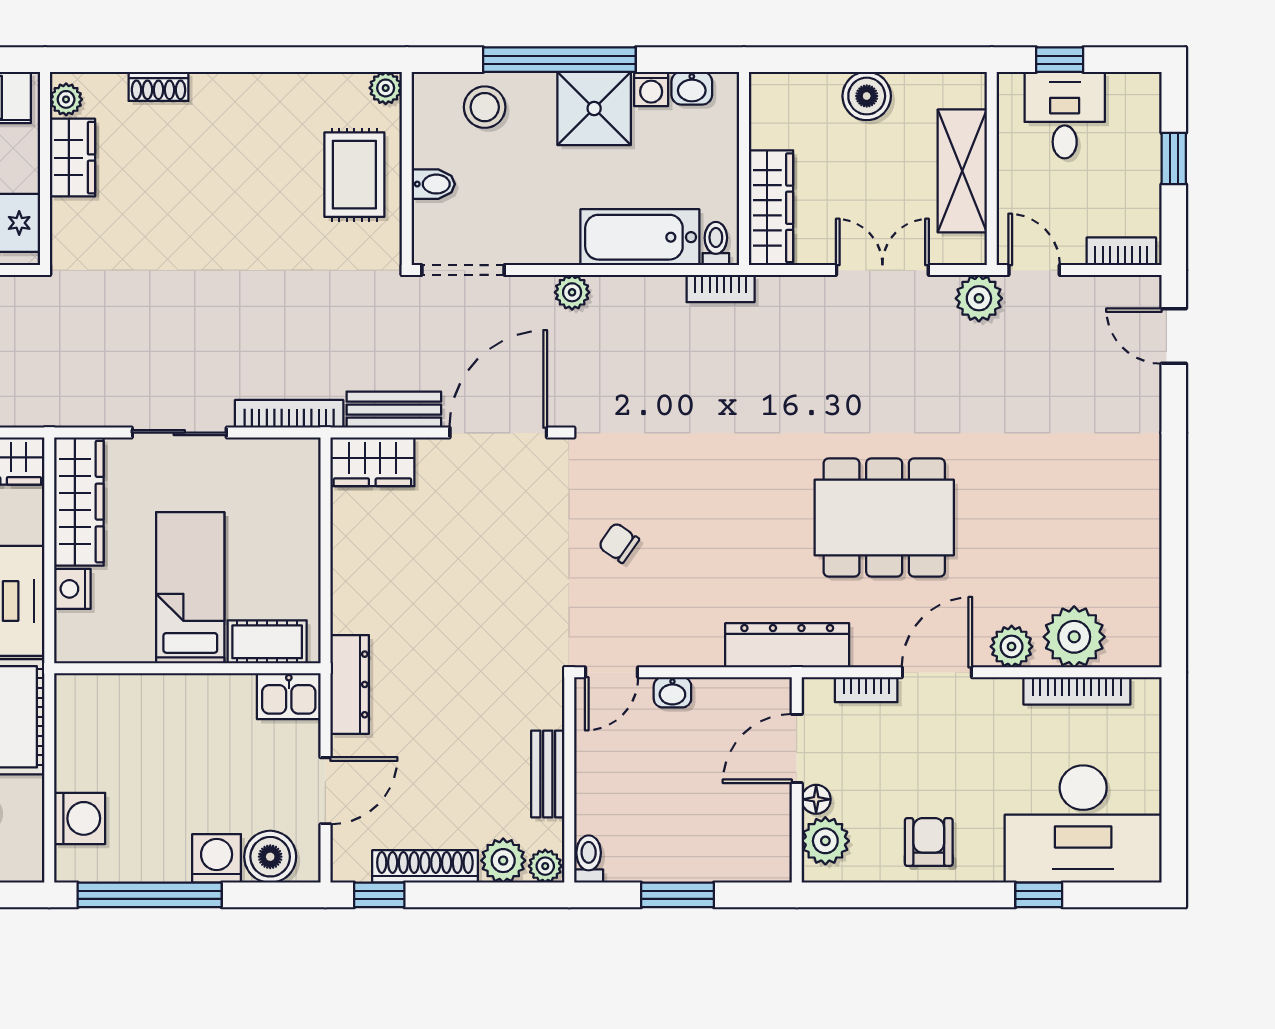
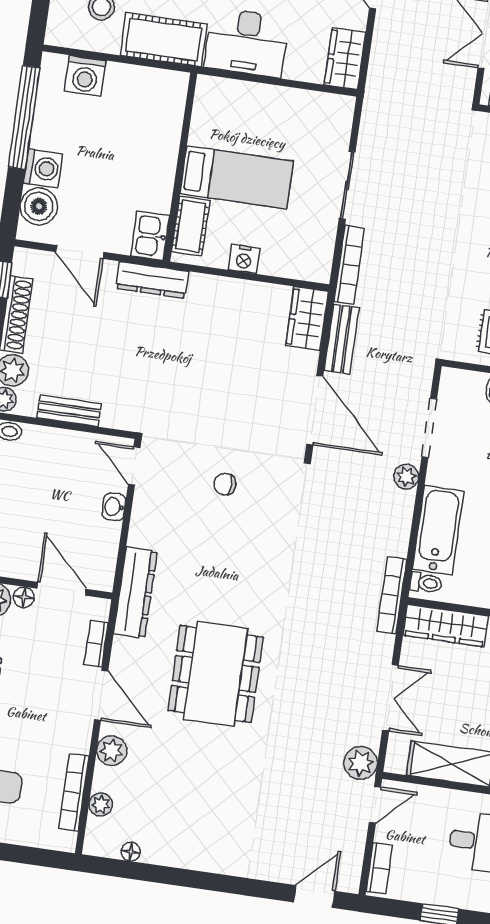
doorway: (463, 270) -> (429, 428), moved
bookcase: (721, 289) -> (392, 595), width x1.56
wardrobe: (79, 502) -> (309, 107), removed
chair: (619, 543) -> (225, 484), turned -125
nightstand: (72, 589) -> (244, 259), moved, turned 180
floor lamp: (1148, 600) -> (131, 852), added
plant: (1074, 637) -> (101, 804), width x0.53, depth x0.53

